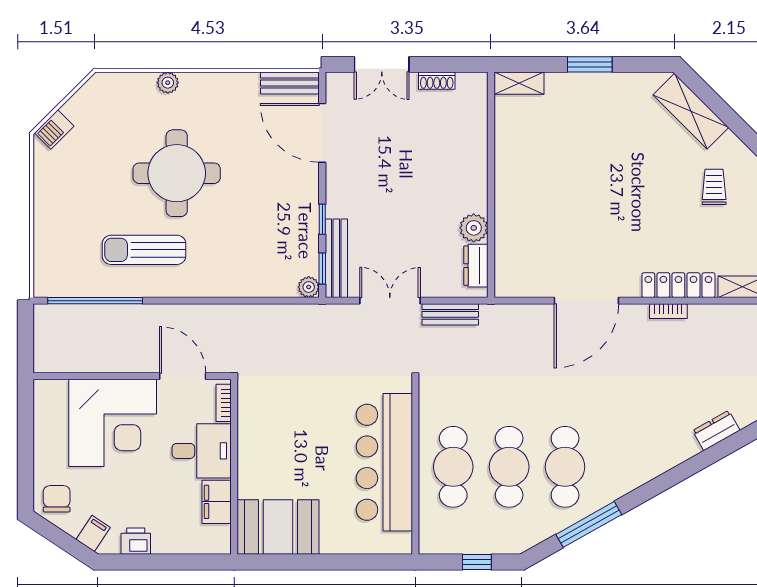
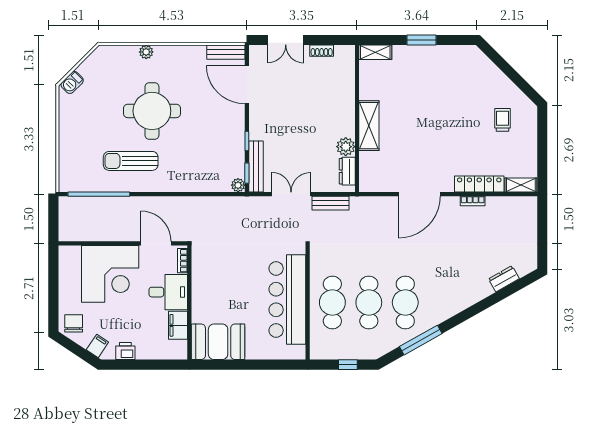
shelving: (691, 111) -> (369, 126), moved, turned 45

